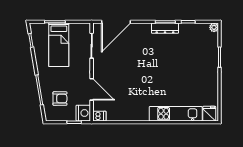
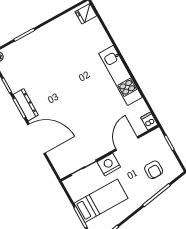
door: (116, 22) -> (37, 139), moved
armchair: (60, 99) -> (154, 170), turned 180
nightstand: (83, 113) -> (109, 164), moved
kitchen unit: (176, 114) -> (120, 75), moved

